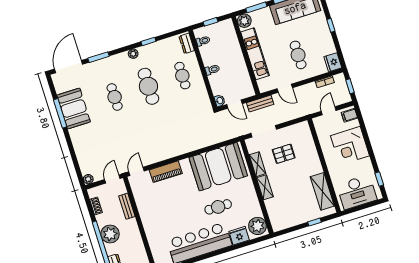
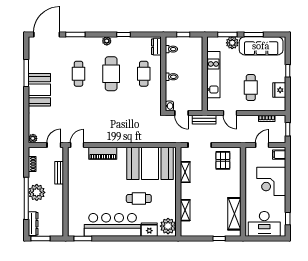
plant: (244, 21) -> (232, 43), moved
fridge: (333, 62) -> (279, 90), moved
booth: (74, 109) -> (39, 90), moved
pallet: (284, 154) -> (223, 160), moved, turned 90
shelving: (265, 187) -> (185, 210), moved

